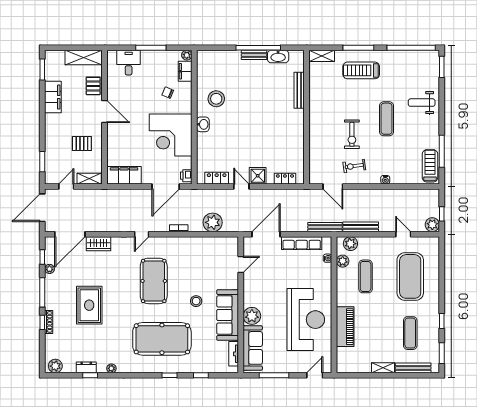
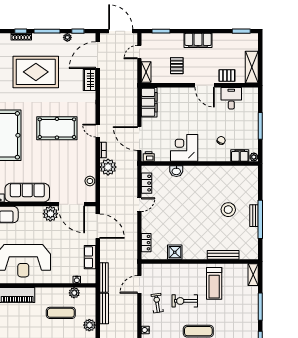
washbasin: (278, 57) -> (253, 237), removed
desk: (129, 63) -> (231, 98), moved, turned -90
treadmill: (361, 70) -> (214, 283), moved, turned 180
filing cabinet: (53, 97) -> (198, 40), moved
stool: (216, 99) -> (228, 210), moved
door: (105, 112) -> (205, 85), hinge flipped
washbasin: (203, 124) -> (176, 171), moved
corner desk: (171, 135) -> (184, 148), width x0.74, depth x0.74
shower: (258, 176) -> (175, 252), moved
door: (66, 186) -> (139, 52), swing flipped
plant: (213, 222) -> (108, 167), moved
door: (70, 234) -> (98, 55), hinge flipped
door: (142, 234) -> (98, 131), moved
row of seats: (302, 243) -> (90, 257), width x0.68
plant: (350, 244) -> (89, 325), moved
door: (241, 264) -> (71, 204), width x1.87
stool: (196, 301) -> (90, 181), moved
rug: (89, 305) -> (36, 72), width x1.37, depth x1.44
plant: (252, 316) -> (50, 214), moved

